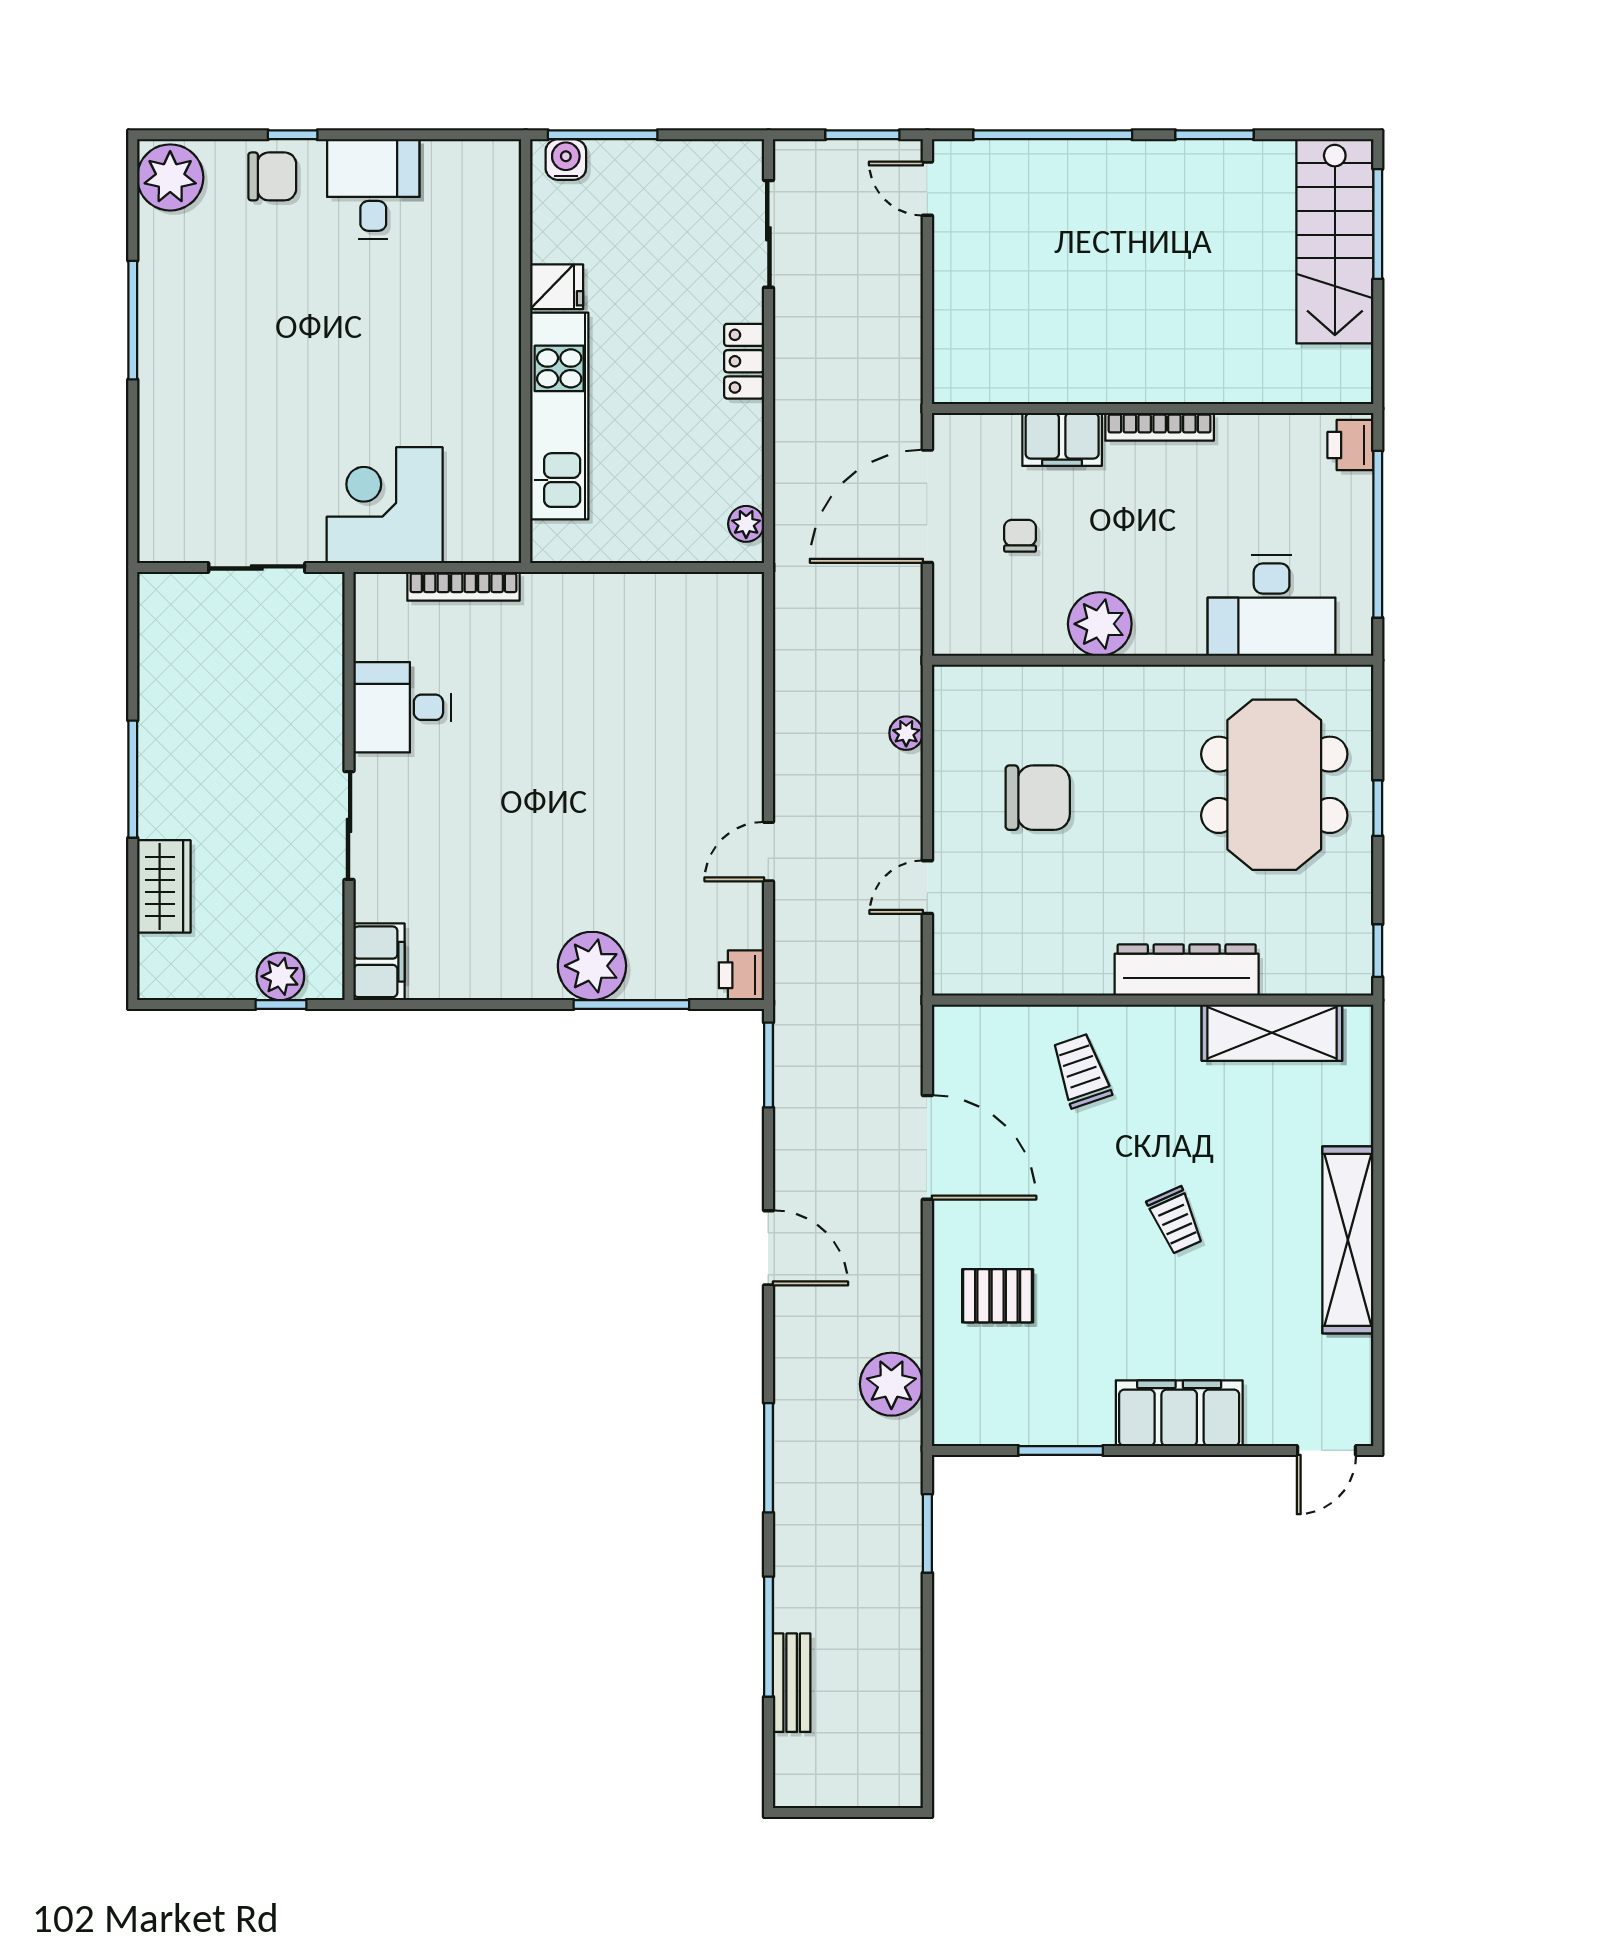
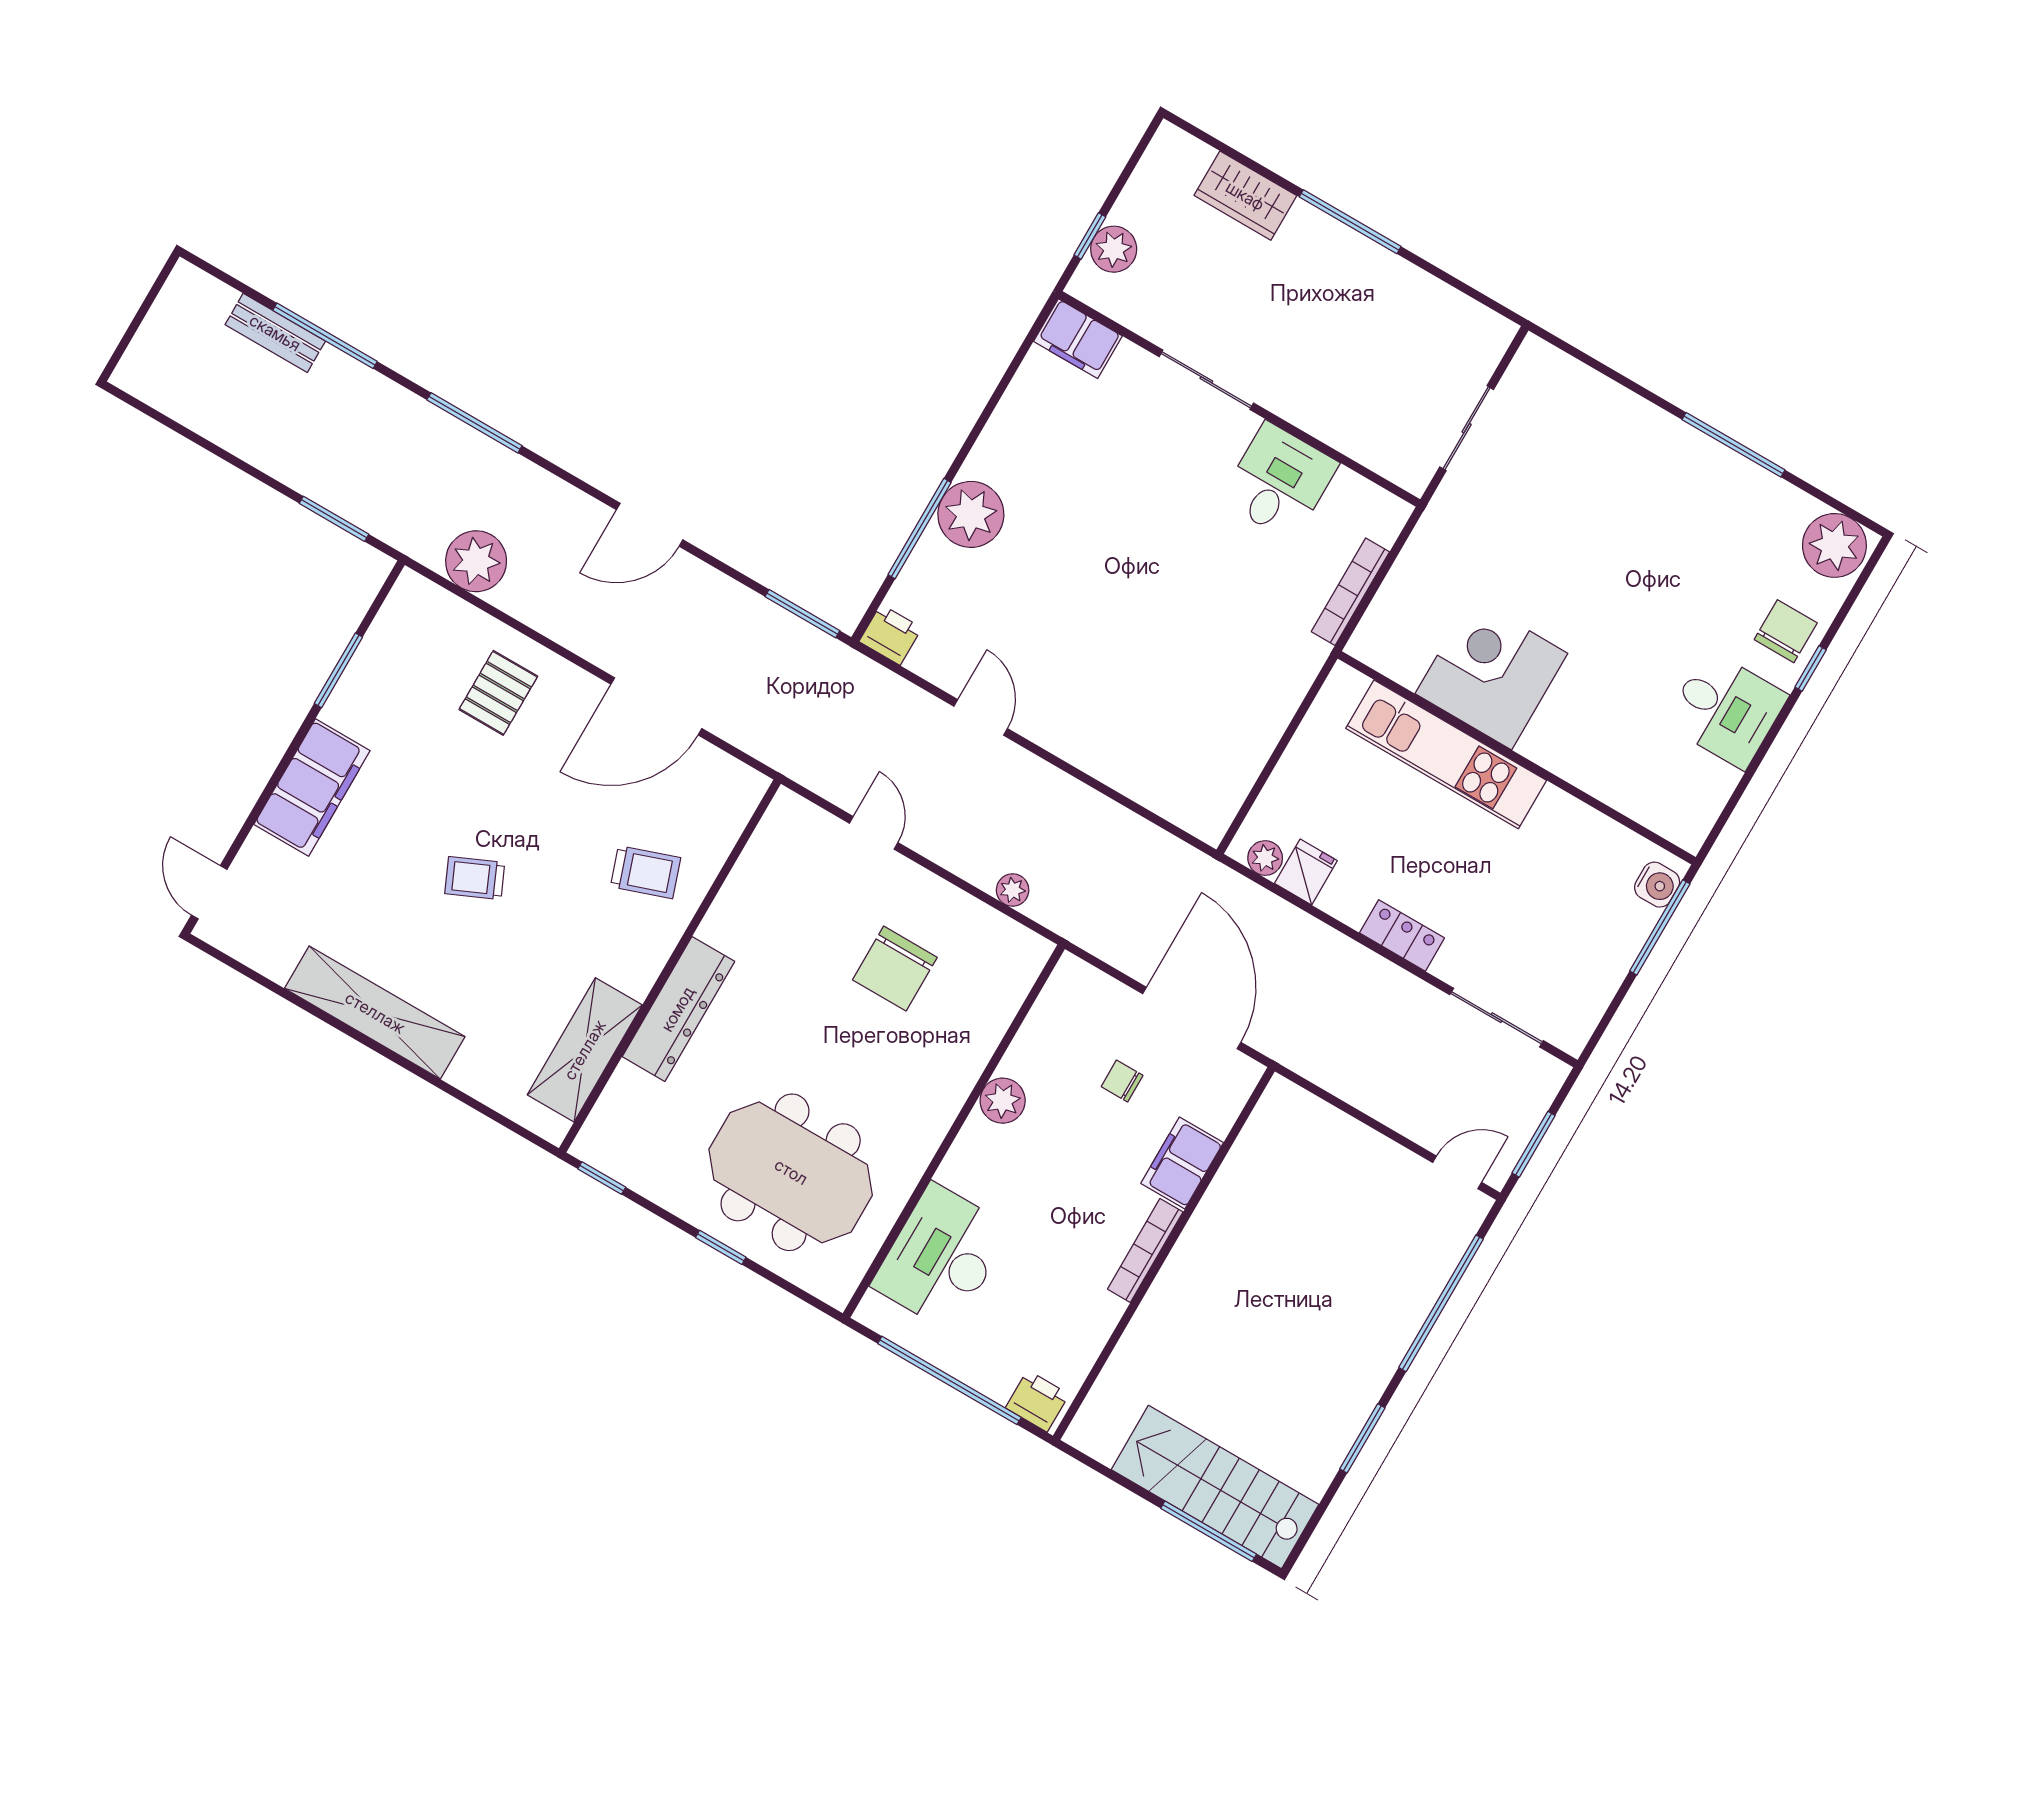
chair: (272, 176) -> (1786, 631), turned 180
fridge: (557, 287) -> (1306, 872), moved, turned 180
corner desk: (385, 505) -> (1491, 673), moved, turned -90
chair: (1020, 536) -> (1122, 1081), turned 180
plant: (1100, 624) -> (1003, 1101), width x0.73, depth x0.73

